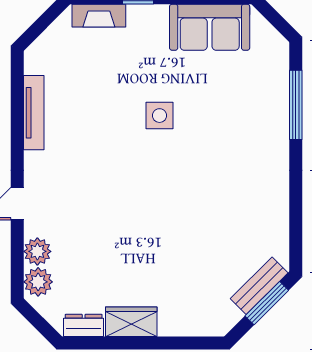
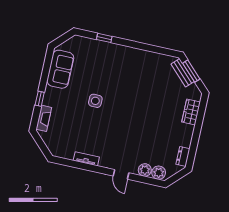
window: (296, 105) -> (104, 38), width x0.46
tv unit: (34, 113) -> (86, 159), width x0.71
wardrobe: (131, 322) -> (191, 112), moved

